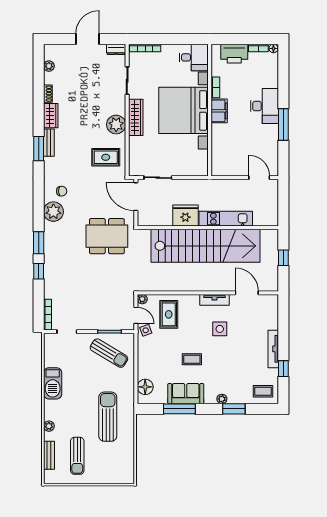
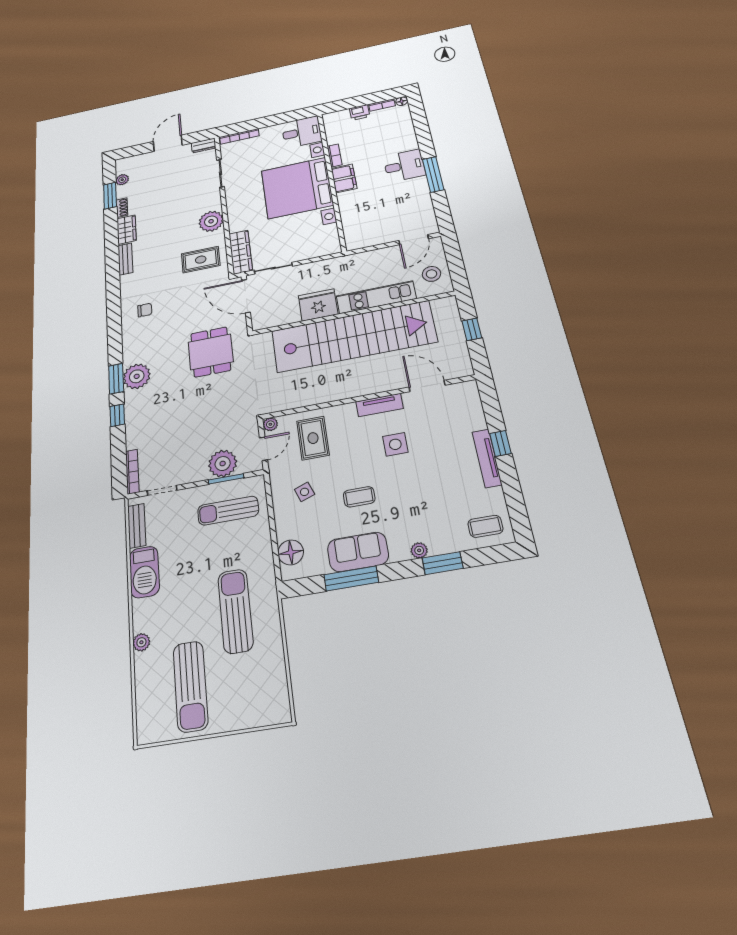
printer: (234, 54) -> (360, 112), width x0.53, depth x0.68
desk: (264, 106) -> (404, 166), width x0.73
wardrobe: (136, 117) -> (241, 252), moved
window: (39, 149) -> (110, 196), moved
door: (259, 178) -> (414, 240), swing flipped
stool: (266, 209) -> (431, 274), added
plant: (53, 212) -> (137, 376), moved
dining table: (107, 236) -> (211, 352), width x0.73
door: (136, 315) -> (264, 449), hinge flipped
plant: (108, 321) -> (223, 464), added
side table: (146, 330) -> (304, 492), moved
sun lounger: (109, 353) -> (228, 511), turned 149
window: (283, 369) -> (500, 443), moved
bench: (49, 455) -> (137, 526), moved
sun lounger: (77, 456) -> (190, 686), width x1.36, depth x1.34

